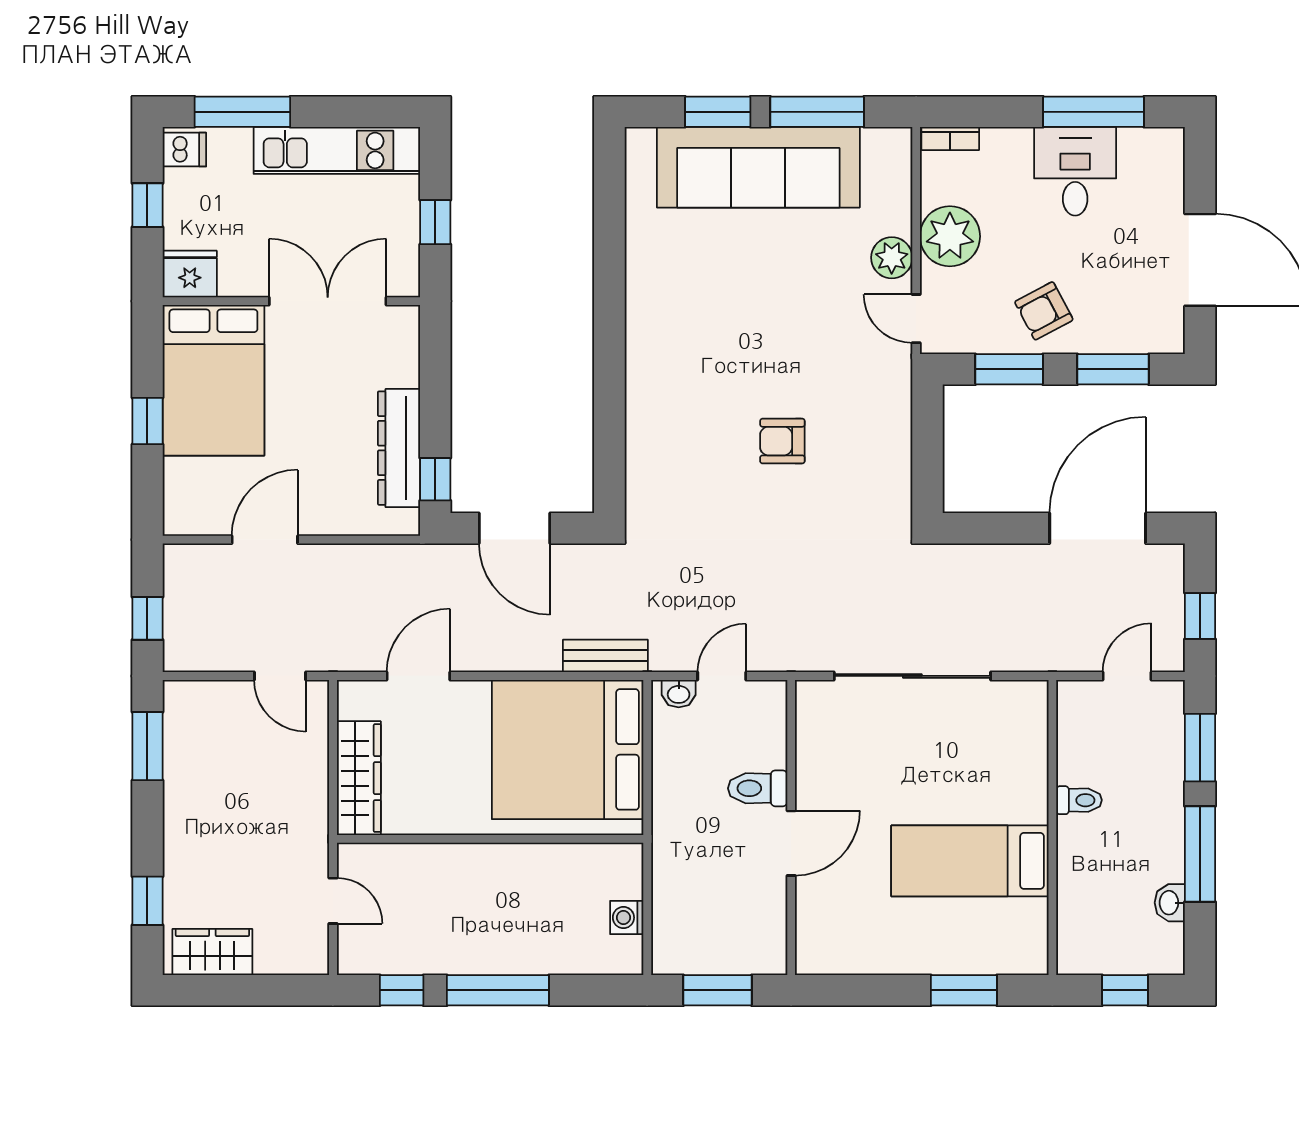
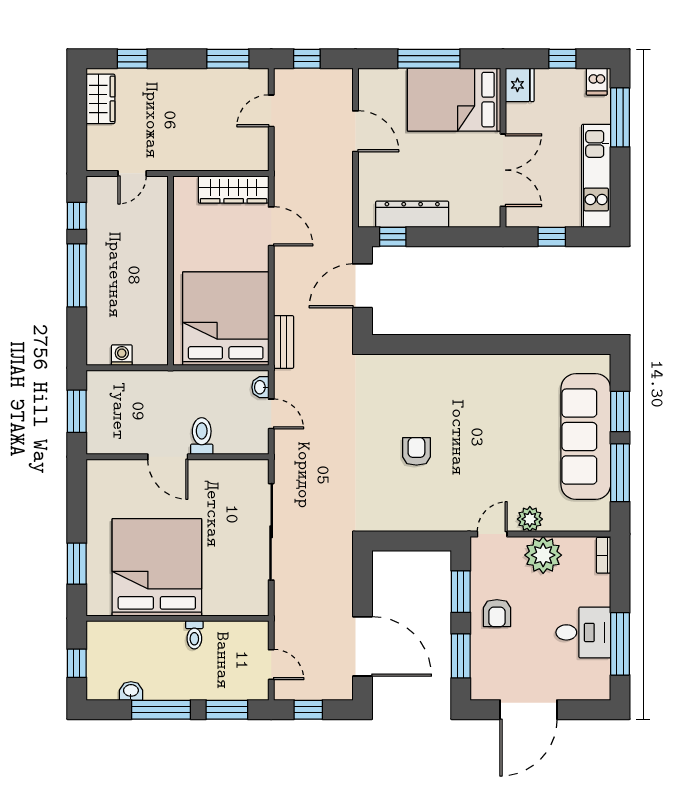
armchair: (1044, 311) -> (497, 613), turned -152
window: (147, 421) -> (429, 59), width x2.17
door: (280, 676) -> (271, 111), moved
wardrobe: (359, 778) -> (234, 189), moved
bed: (970, 861) -> (157, 567), width x2.04

